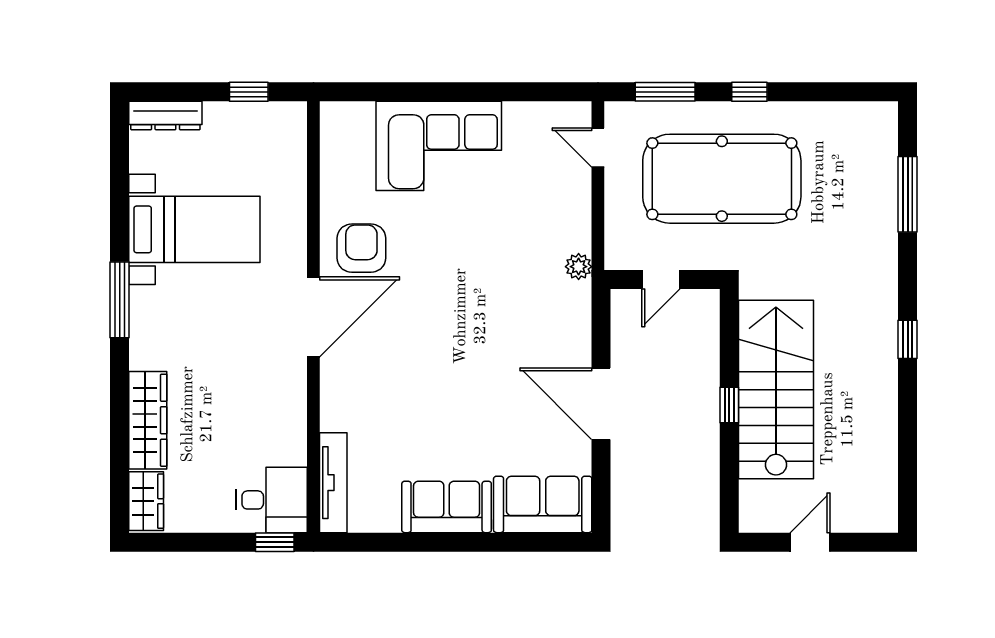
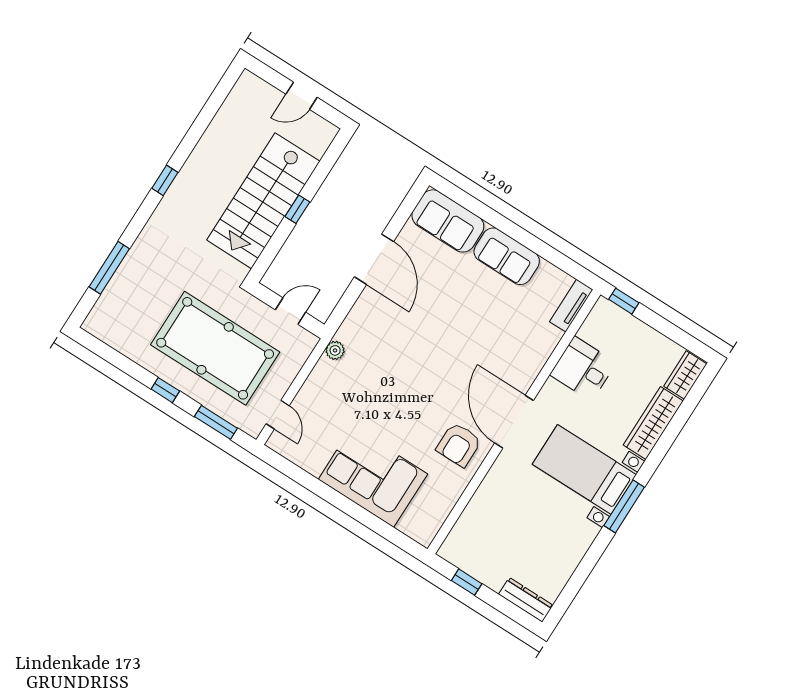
bed with nightstands: (194, 229) -> (584, 469), moved
door: (313, 317) -> (514, 422), hinge flipped
tv unit: (333, 483) -> (571, 306), width x0.71
desk: (272, 500) -> (583, 369), moved

